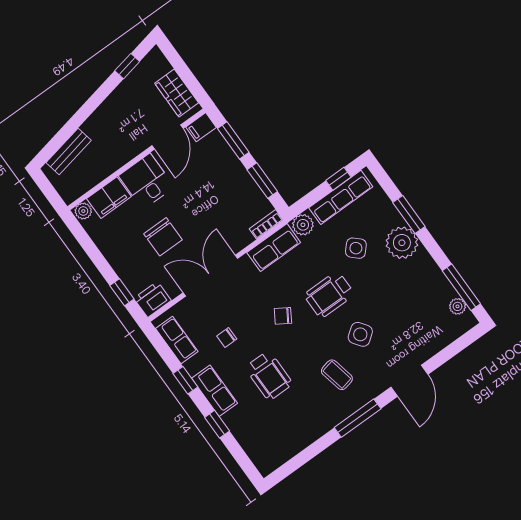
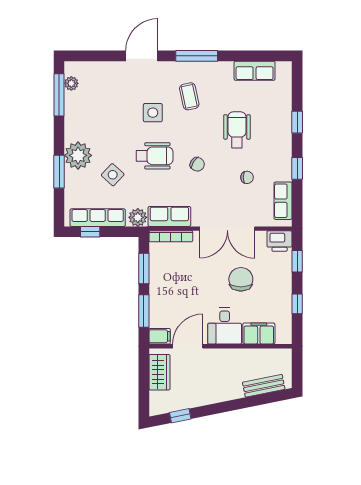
plant: (83, 211) -> (283, 337), removed
bookcase: (266, 224) -> (171, 236), width x1.56
window: (93, 252) -> (297, 304), added
side table: (360, 334) -> (153, 113), turned 36
row of seats: (214, 391) -> (255, 71), moved, turned -90

